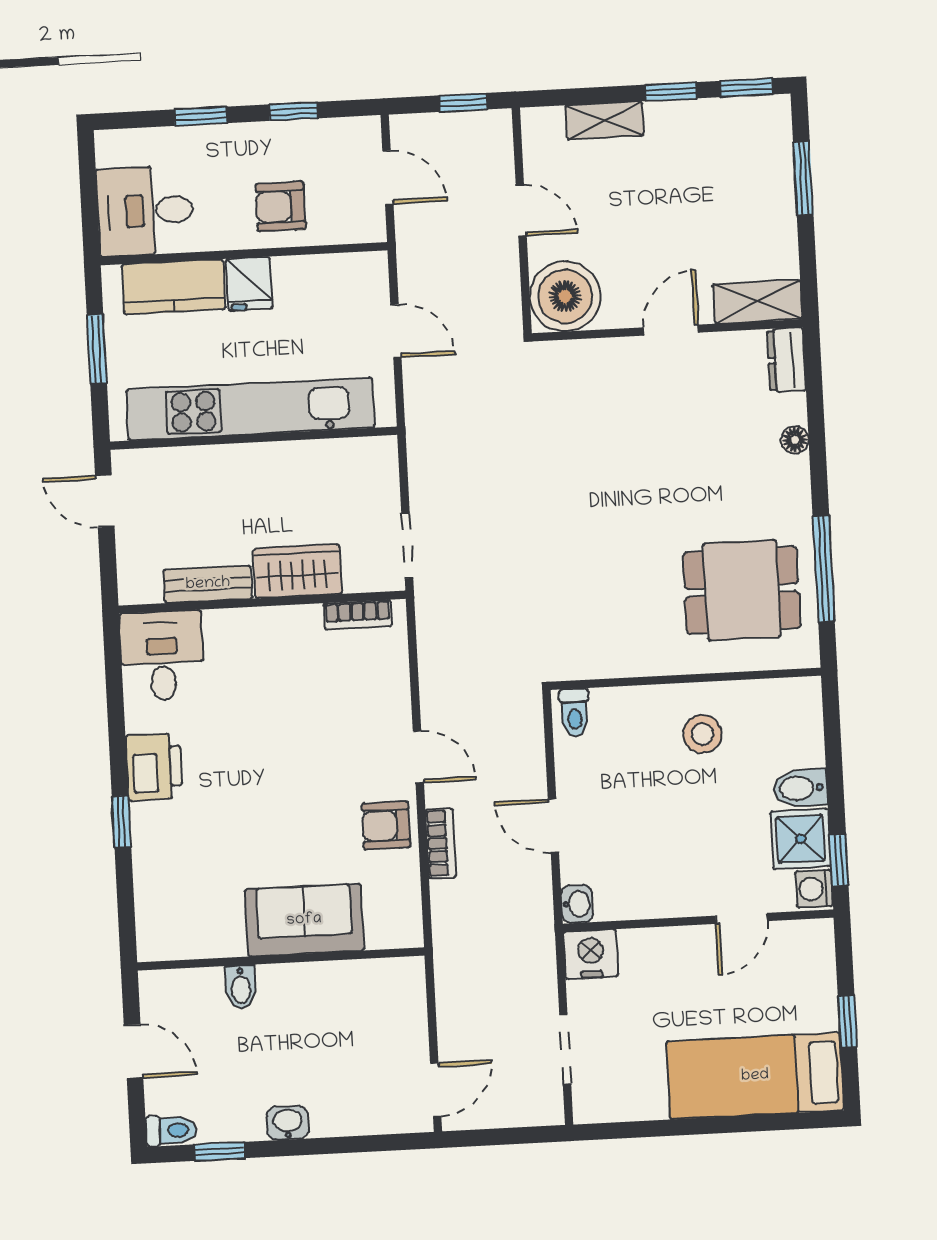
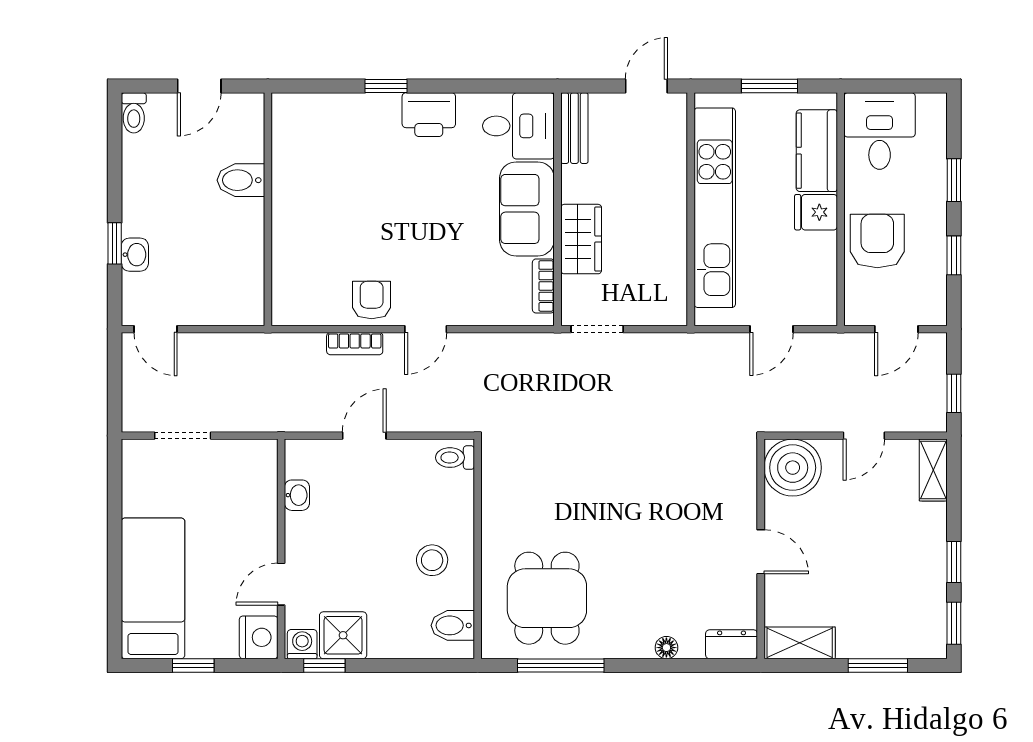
shelving: (604, 121) -> (933, 470), moved
armchair: (281, 207) -> (877, 241), width x1.38, depth x1.38
shelving: (758, 302) -> (800, 643), moved, turned 90
bench: (208, 584) -> (574, 128), moved
bidet: (800, 788) -> (453, 625), moved, turned -90
washbasin: (577, 904) -> (297, 495), moved, turned -90
door: (742, 918) -> (281, 584), hinge flipped
sofa: (304, 920) -> (527, 209), moved, turned 180
nightstand: (591, 954) -> (259, 637), moved
bidet: (241, 987) -> (241, 180), width x1.38, depth x1.36
washbasin: (288, 1123) -> (135, 255), moved
window: (220, 1151) -> (115, 243), moved

